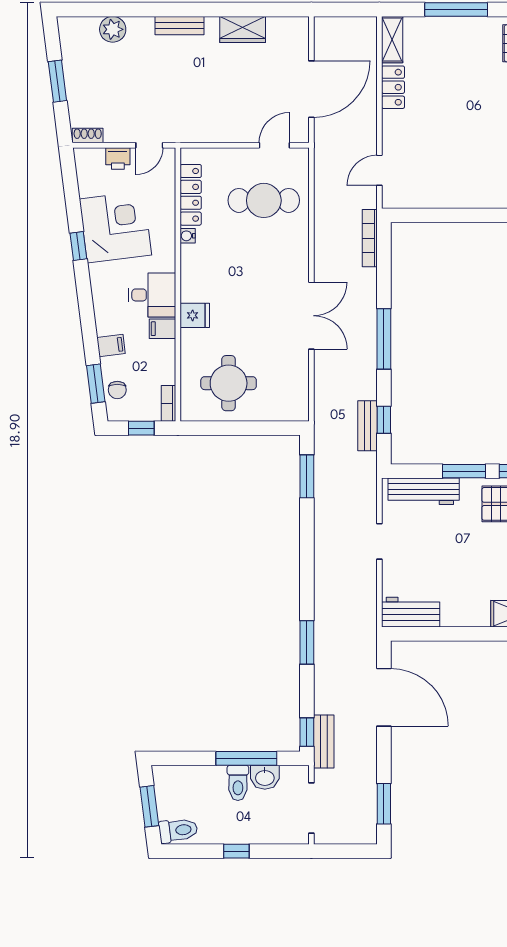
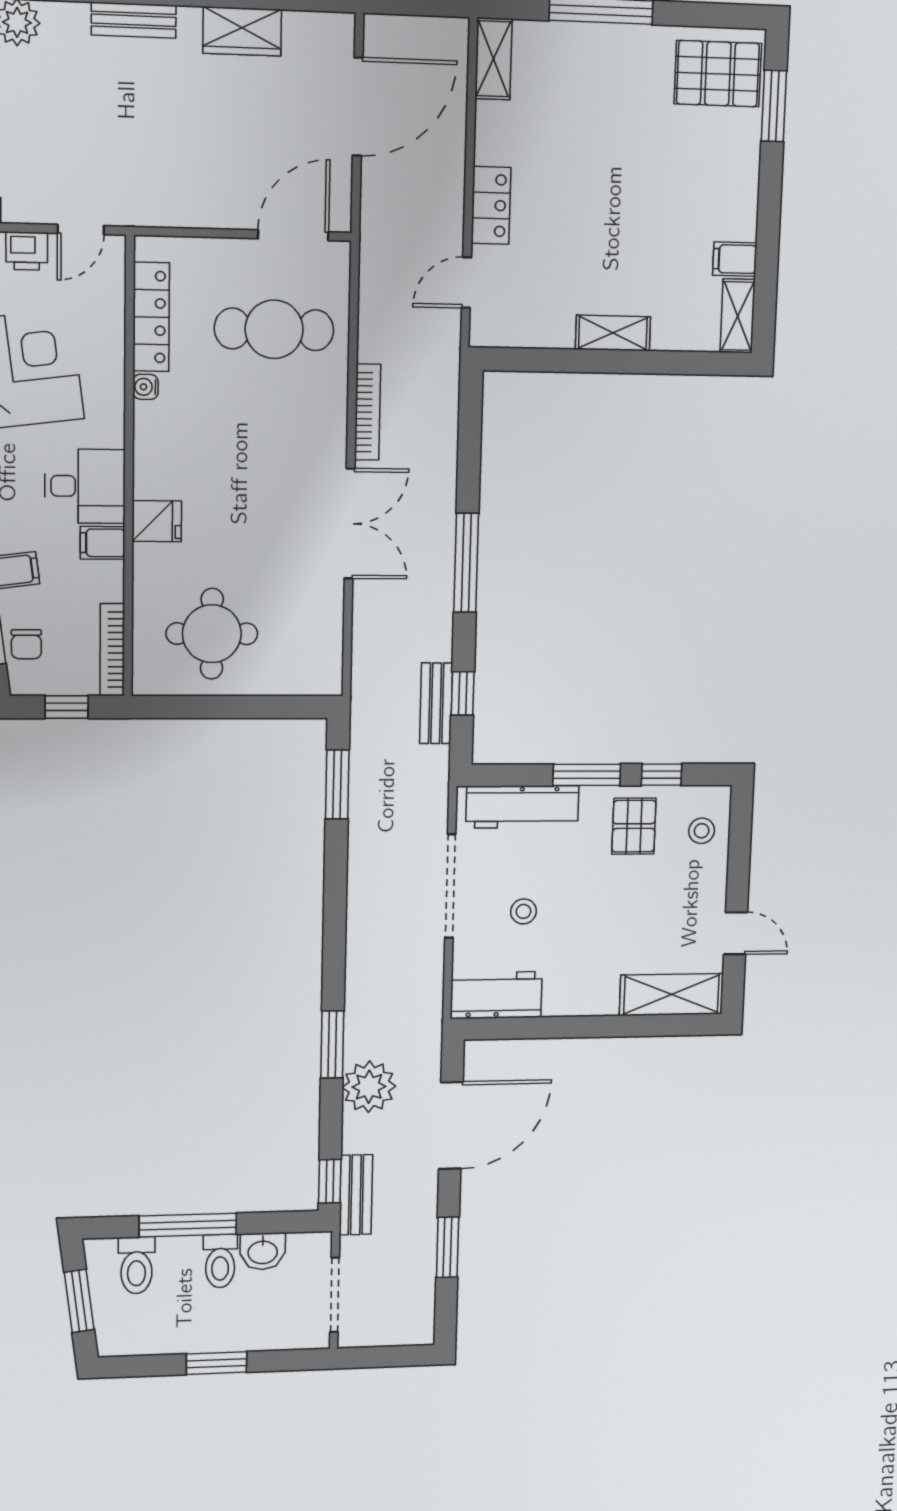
locker: (393, 87) -> (491, 205), moved
door: (311, 89) -> (358, 107), moved
door: (274, 145) -> (293, 235), width x1.38
shelving: (470, 198) -> (613, 333), added
bookcase: (370, 238) -> (368, 412), moved, turned 180
bookcase: (168, 403) -> (112, 650), width x1.56
doorway: (379, 541) -> (450, 886), width x1.88
stool: (426, 558) -> (523, 911), added
plant: (331, 670) -> (369, 1087), added
door: (384, 697) -> (451, 1126), hinge flipped
window: (246, 758) -> (188, 1225), moved
window: (384, 804) -> (448, 1247), moved
toilet: (178, 830) -> (137, 1265), moved, turned 97
window: (236, 851) -> (217, 1363), width x1.50

